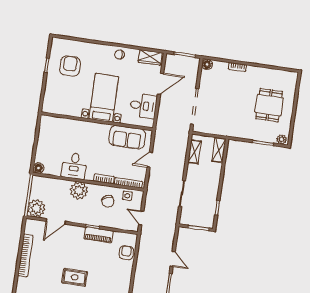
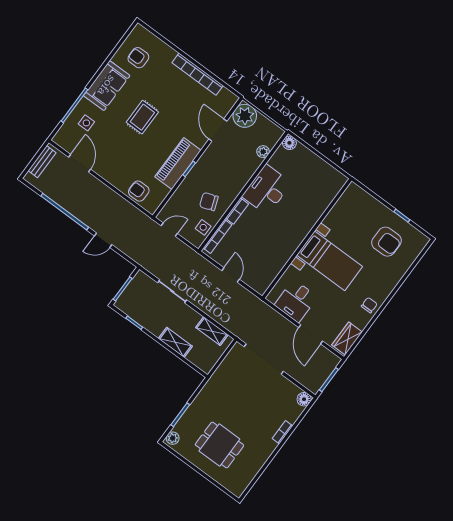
sofa: (127, 137) -> (270, 263), removed
shelving: (219, 150) -> (175, 342), moved
desk: (74, 166) -> (267, 190), width x1.37
plant: (79, 191) -> (263, 152), moved, width x0.53, depth x0.53
piano: (99, 235) -> (178, 164), width x1.37, depth x1.33
armchair: (126, 253) -> (139, 191), turned 180

